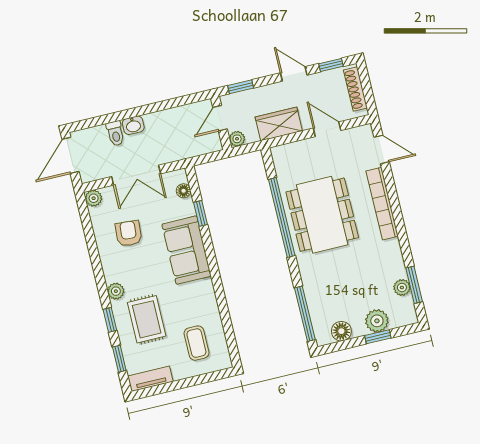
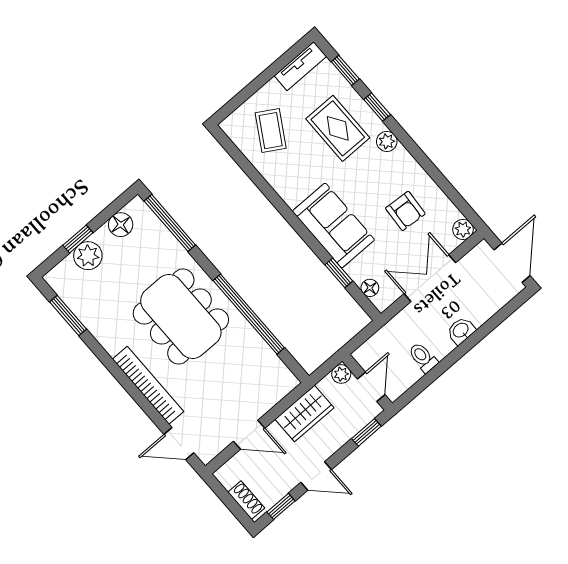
shoe rack: (355, 89) -> (246, 500), width x0.70
toilet: (115, 133) -> (423, 357), moved
dining table: (322, 215) -> (181, 317), moved
plant: (402, 287) -> (80, 306), removed
coffee table: (196, 343) -> (271, 131), turned 31

